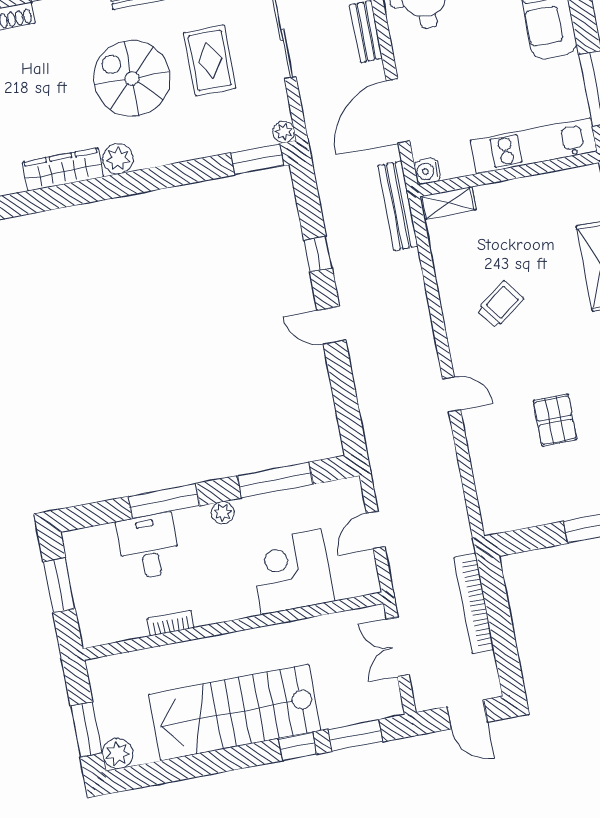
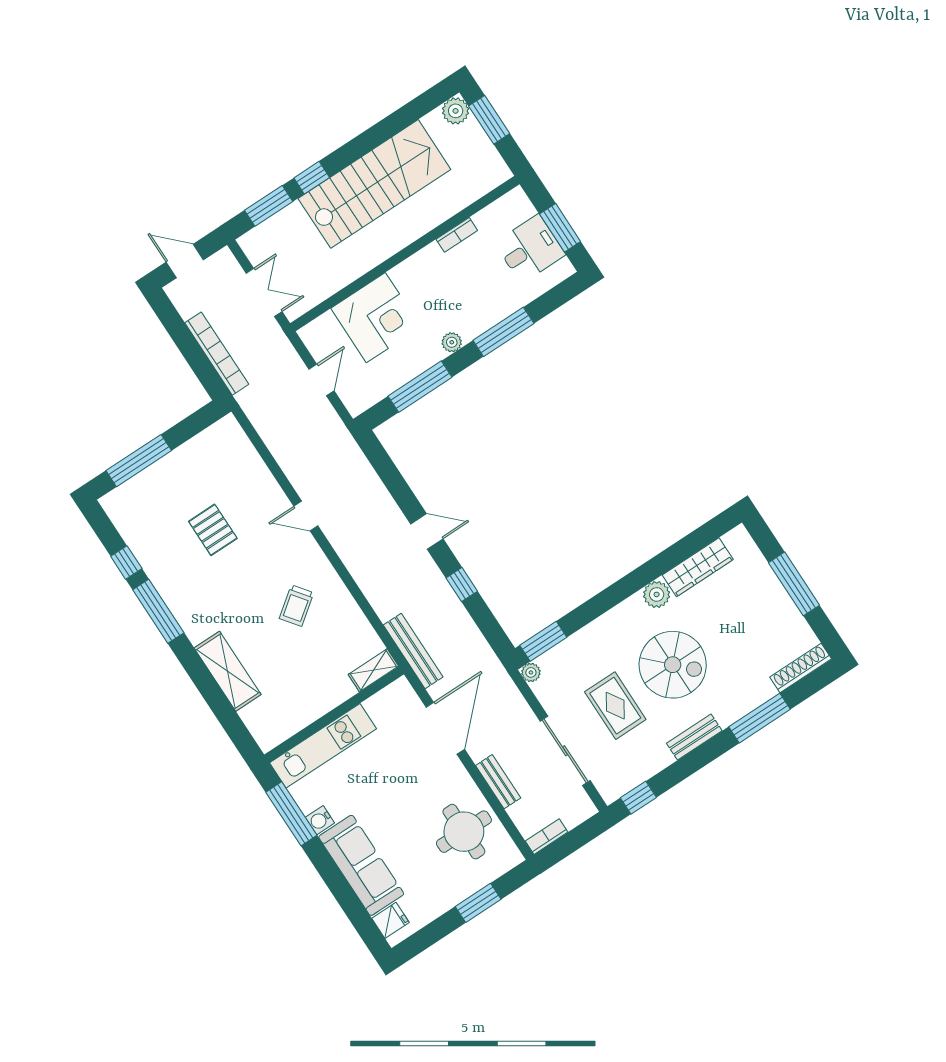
water cooler: (427, 171) -> (320, 820), moved, turned 180
desk: (149, 546) -> (530, 249), moved, turned -90

